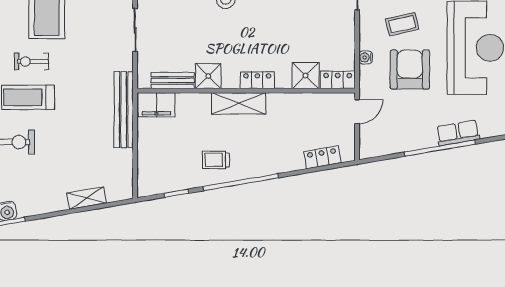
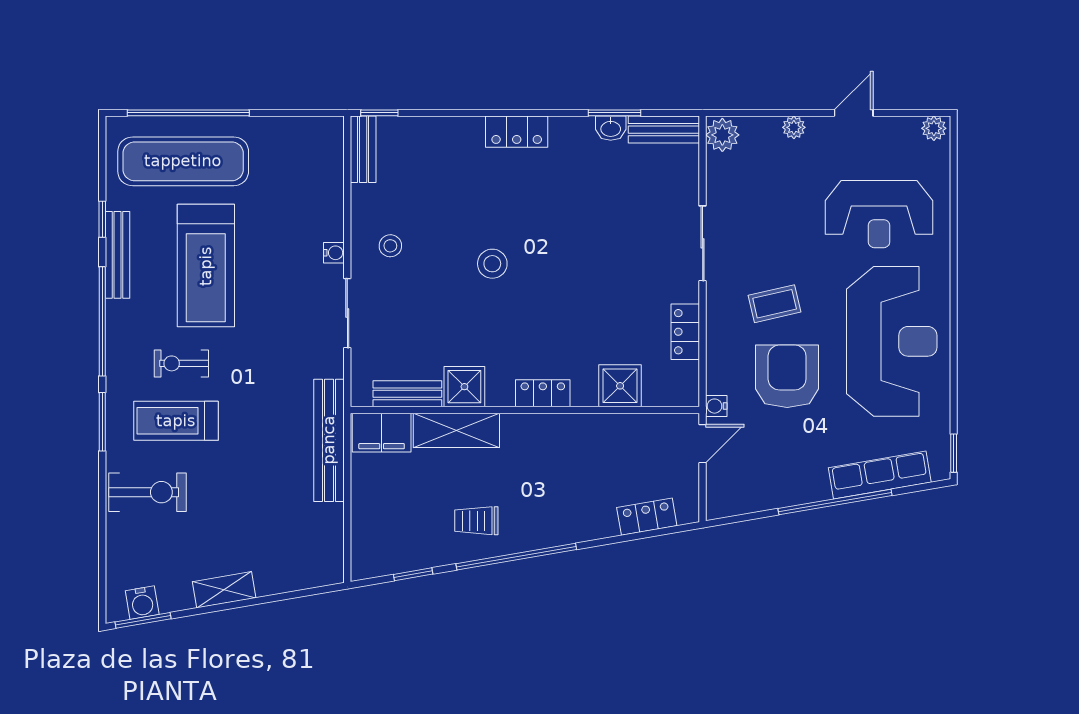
water cooler: (366, 57) -> (716, 406), moved
locker: (338, 80) -> (685, 332), moved, turned -90
shelving: (239, 103) -> (456, 430), moved
row of seats: (458, 133) -> (880, 475), width x1.48
shelving: (87, 198) -> (224, 590), moved

